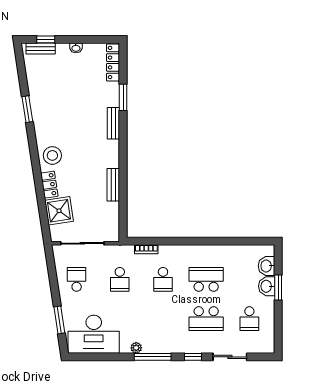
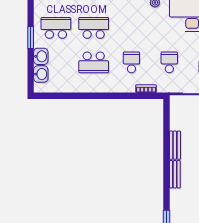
bench: (113, 123) -> (175, 174), moved
window: (278, 288) -> (31, 37), moved
school desk: (249, 319) -> (56, 28), width x1.85

